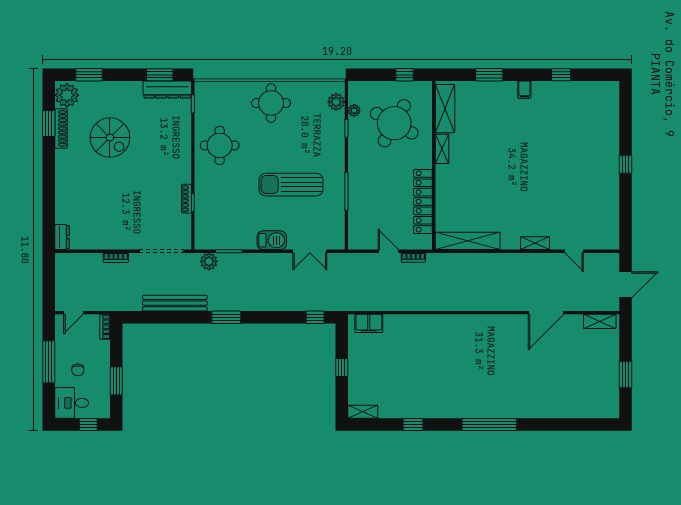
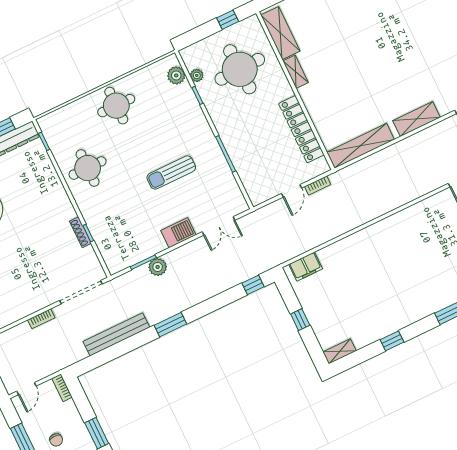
round table: (394, 123) -> (240, 69), turned -31
sun lounger: (291, 185) -> (171, 172), width x0.73, depth x0.75
shelving: (535, 243) -> (417, 119), width x1.50, depth x1.33
door: (388, 251) -> (292, 191), swing flipped
plant: (209, 261) -> (158, 267), moved

